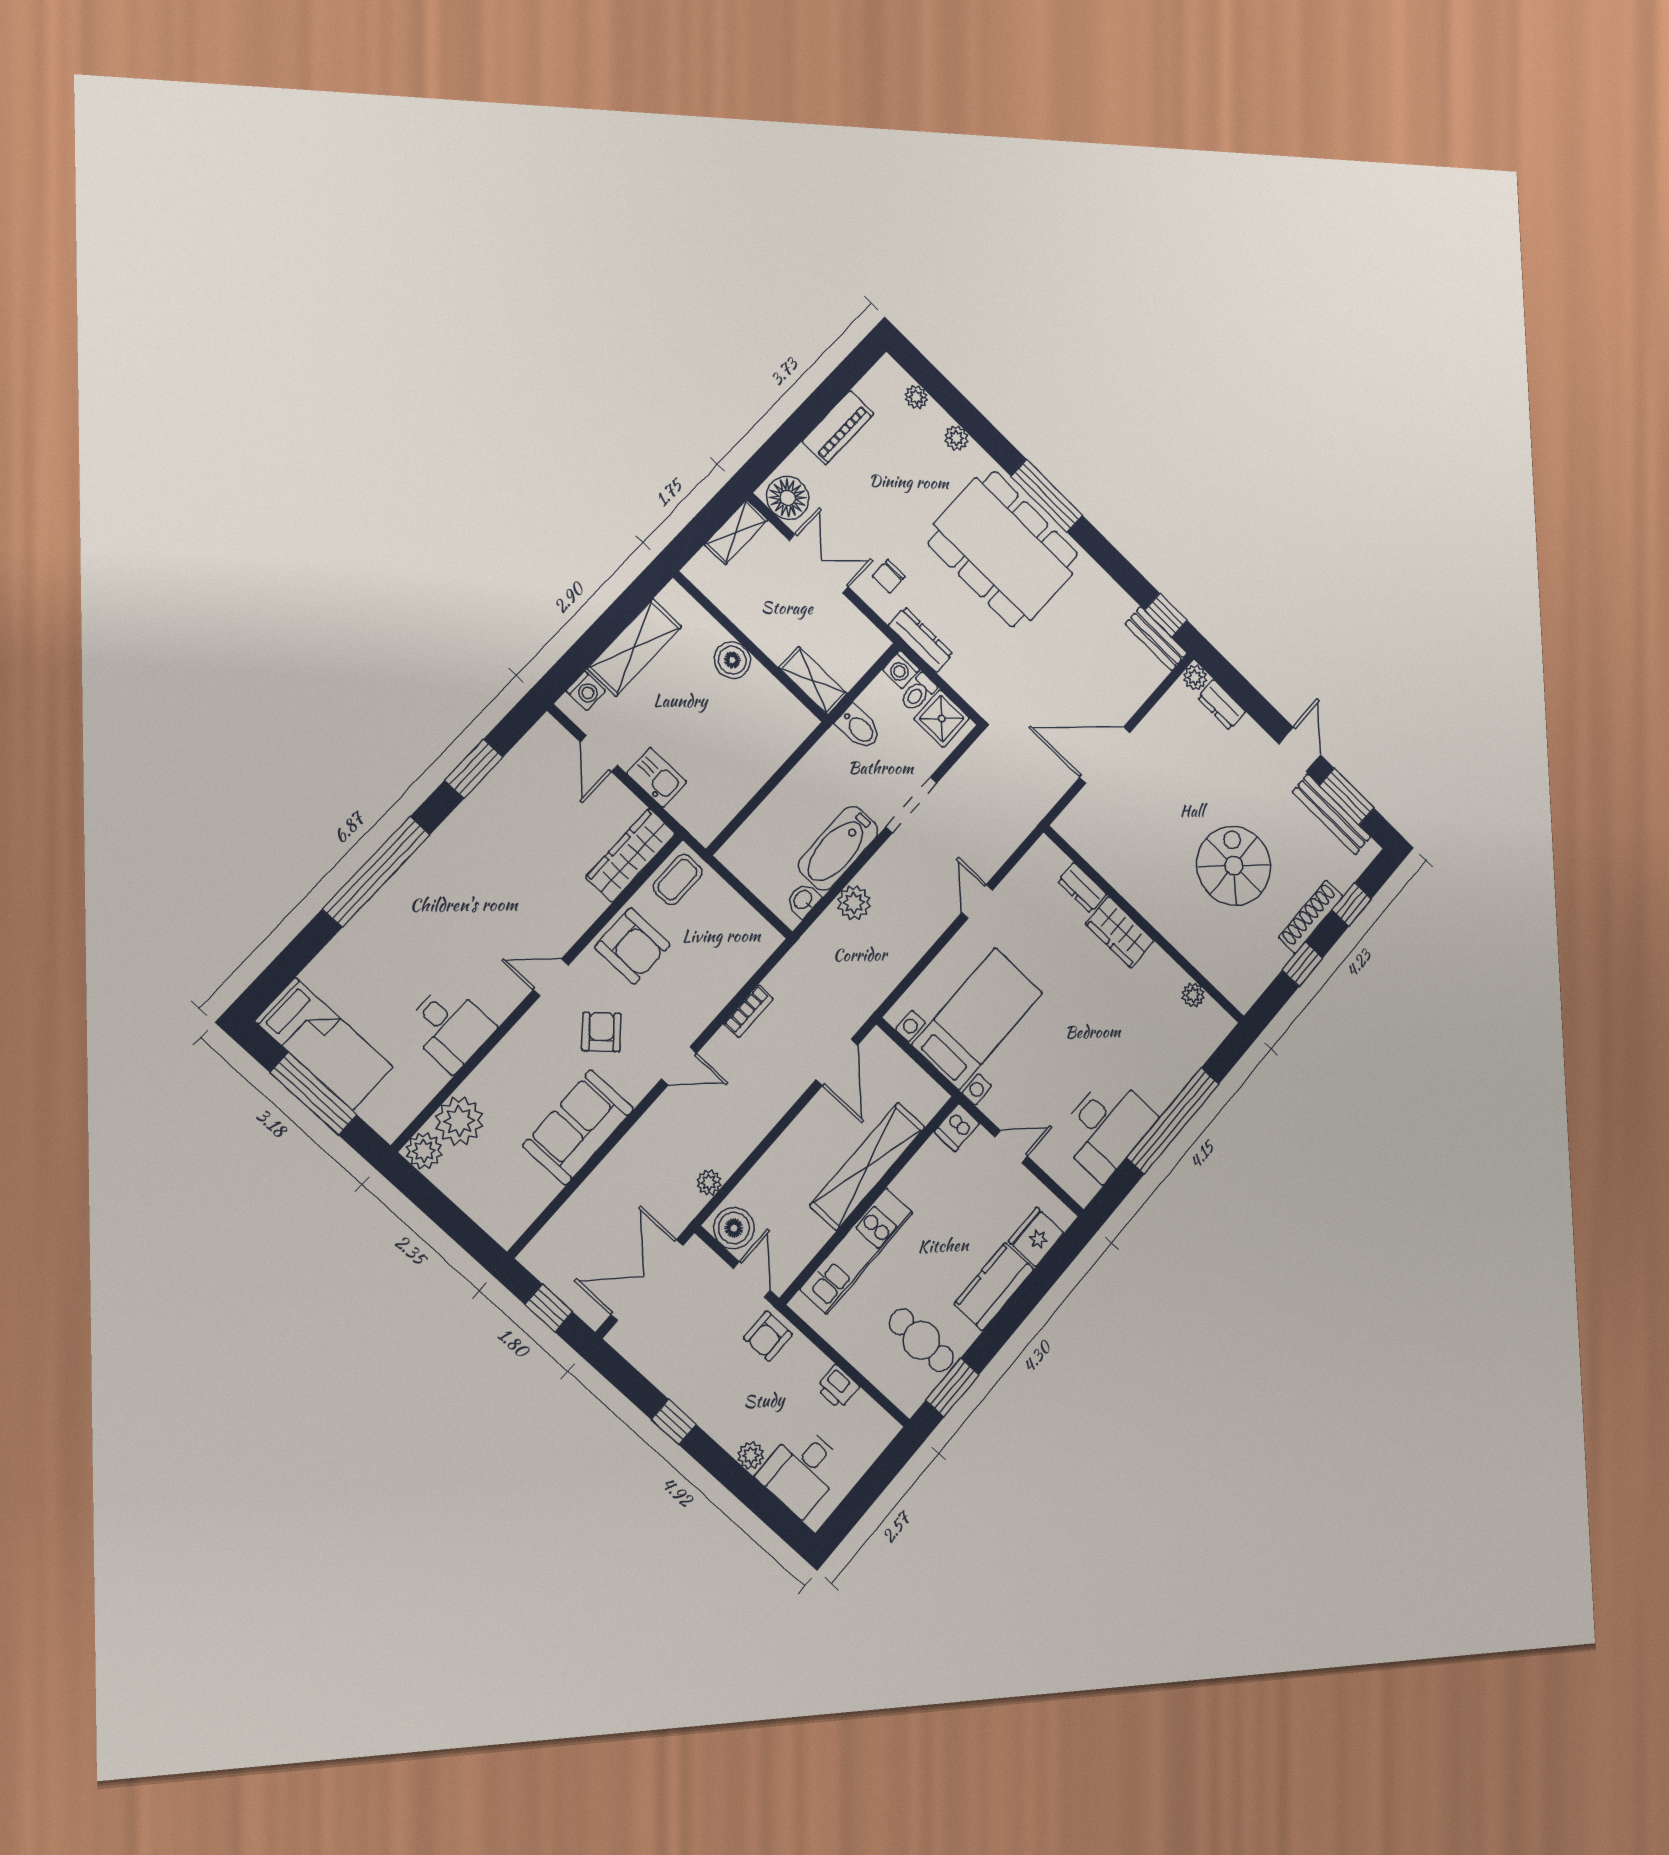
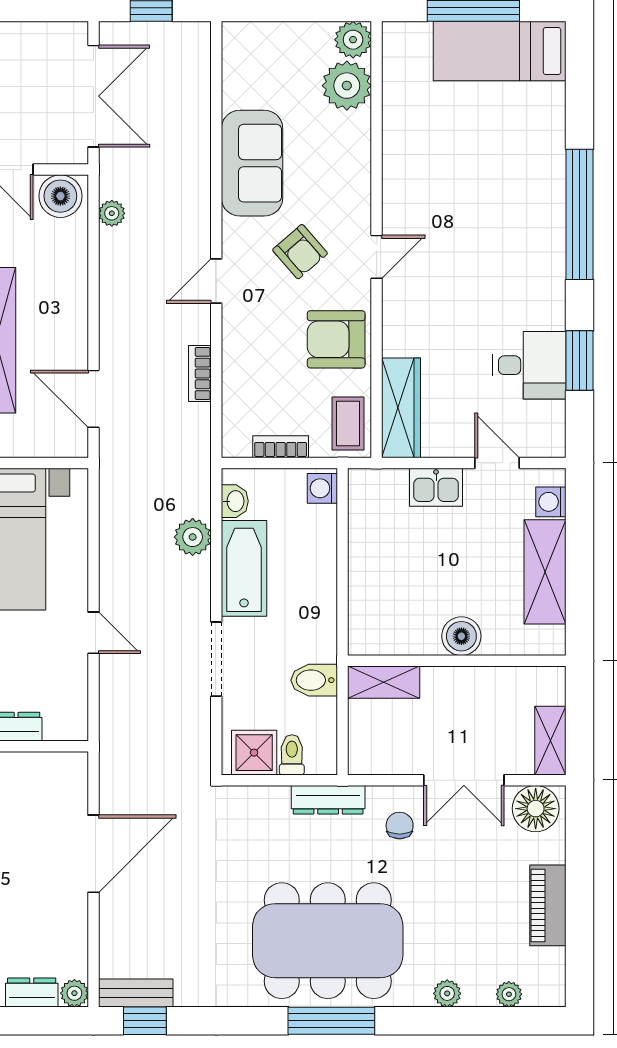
washing machine: (901, 670) -> (322, 488), moved, turned -90
bookcase: (739, 908) -> (281, 447), added
desk: (450, 1027) -> (529, 365), moved, turned 180

